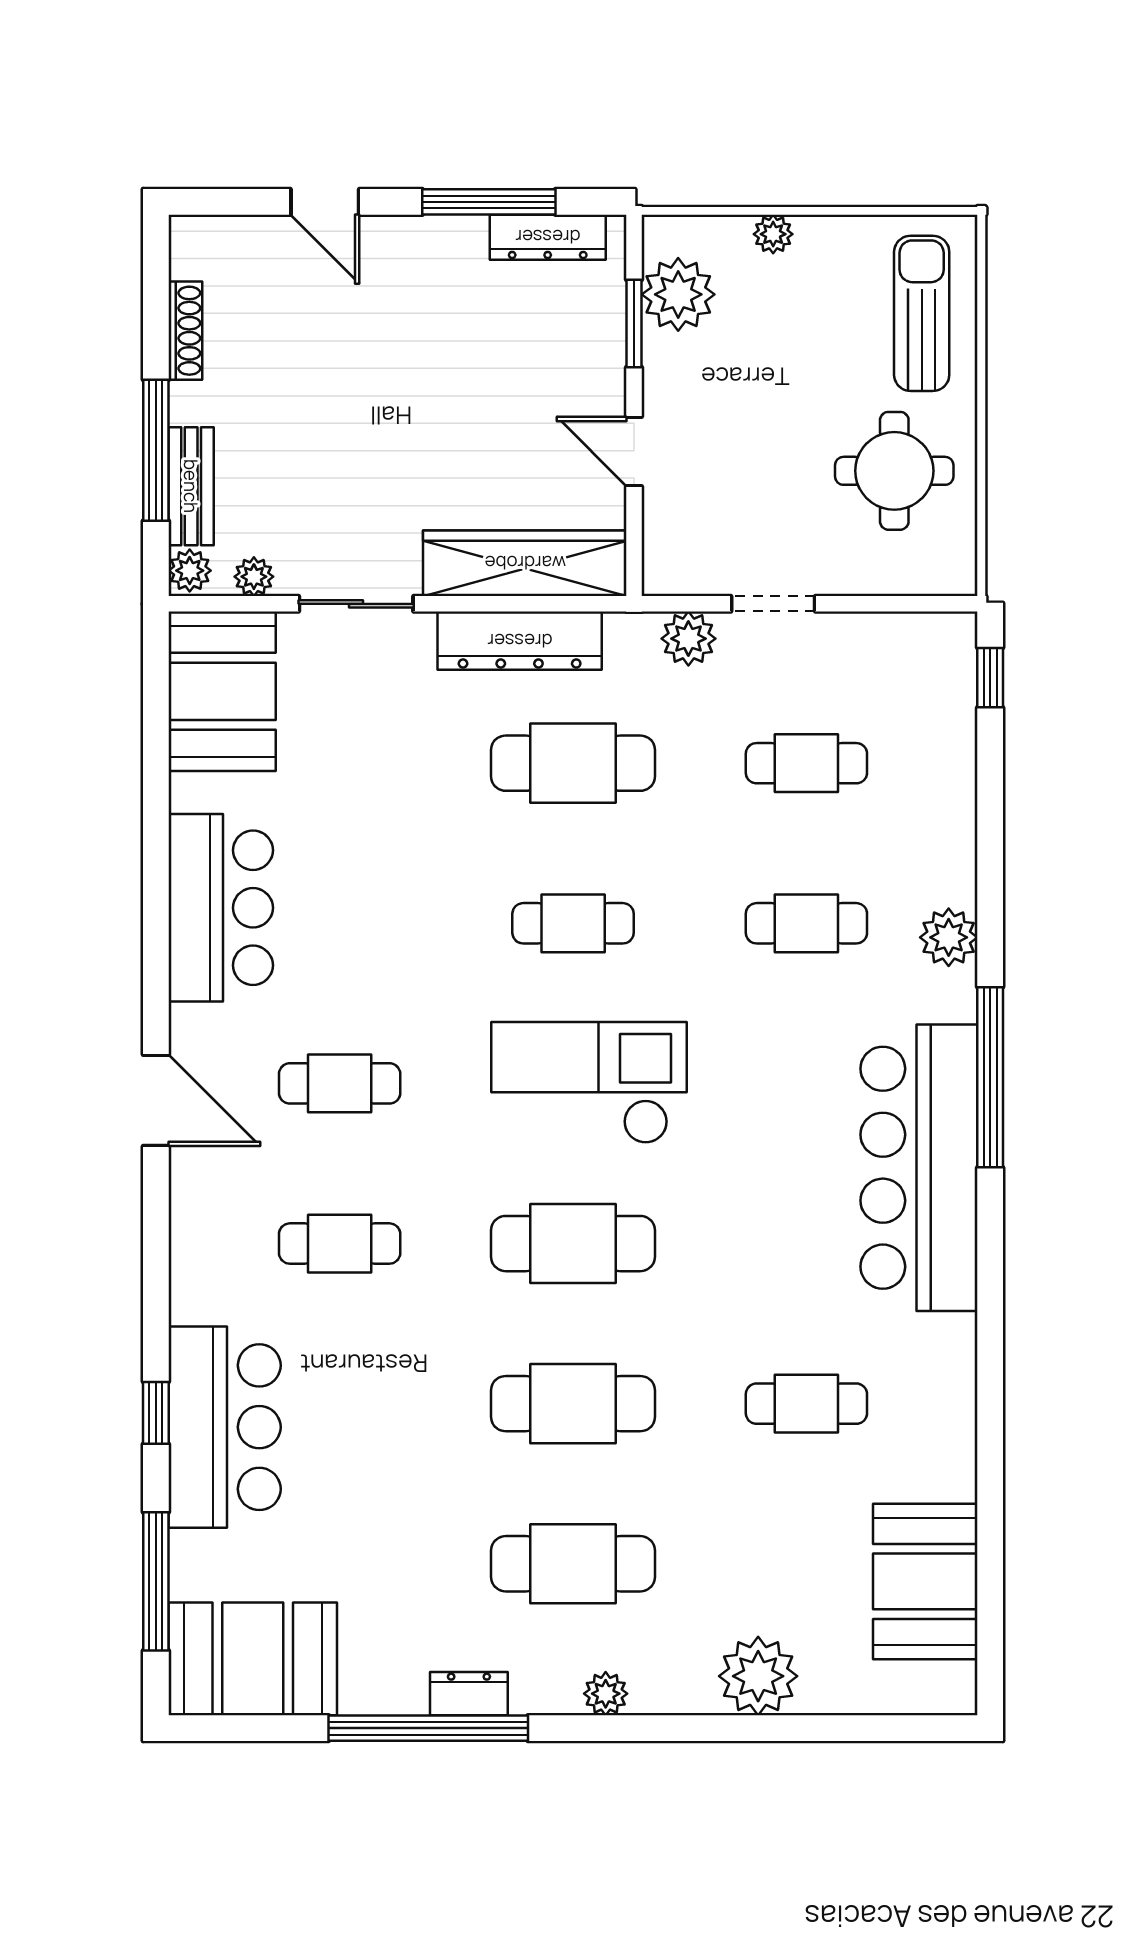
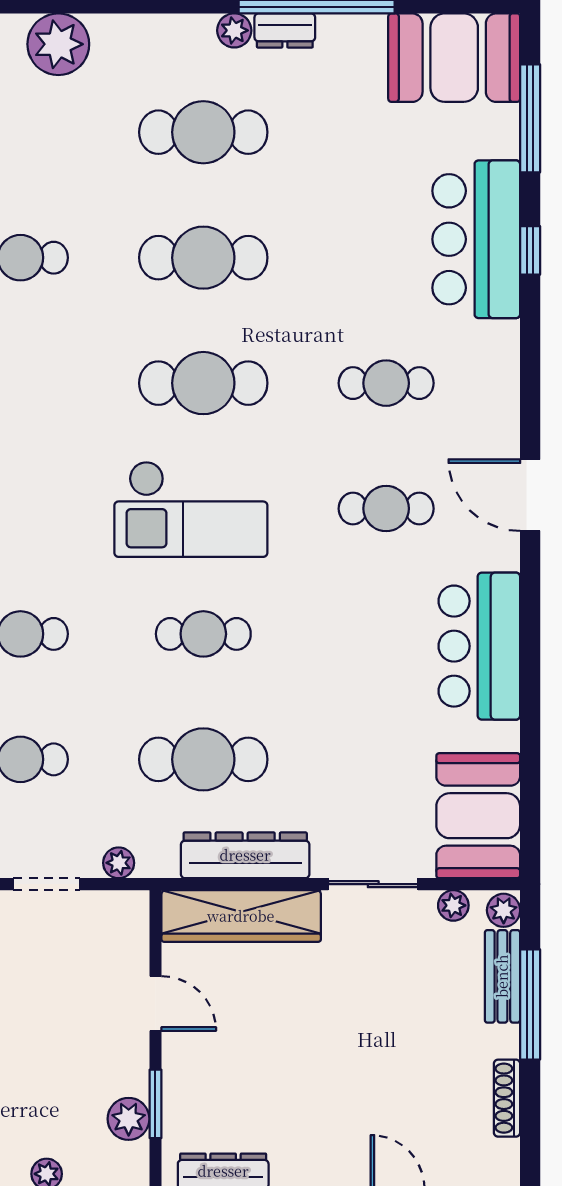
plant: (678, 294) -> (129, 1119), width x0.73, depth x0.73
plant: (688, 639) -> (119, 863), width x0.73, depth x0.73
plant: (606, 1694) -> (234, 30), moved

